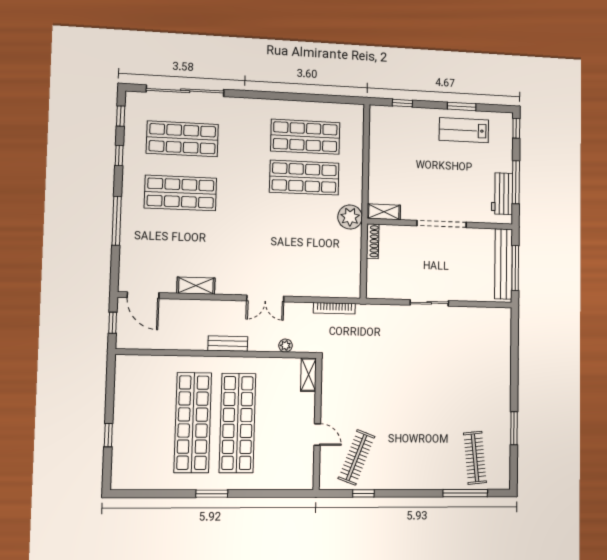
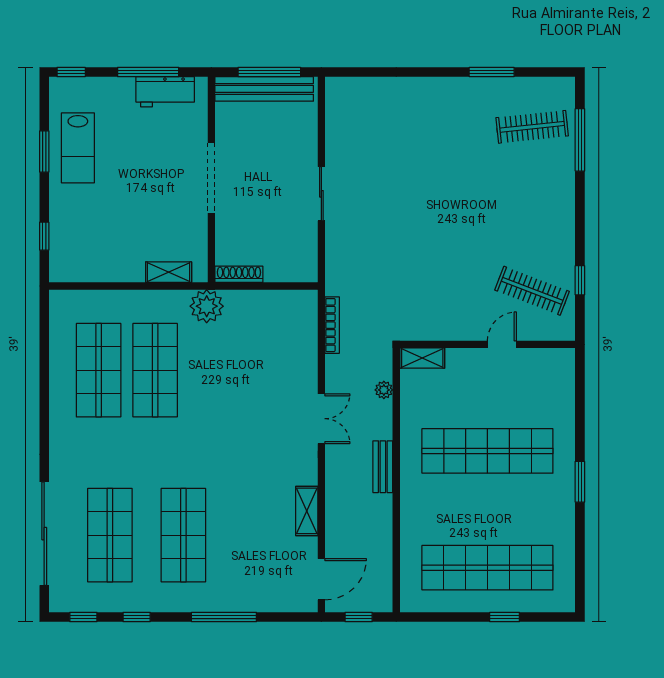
shelving: (384, 212) -> (169, 272), moved, turned 90
shop shelf: (193, 423) -> (487, 568), moved

